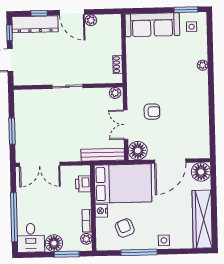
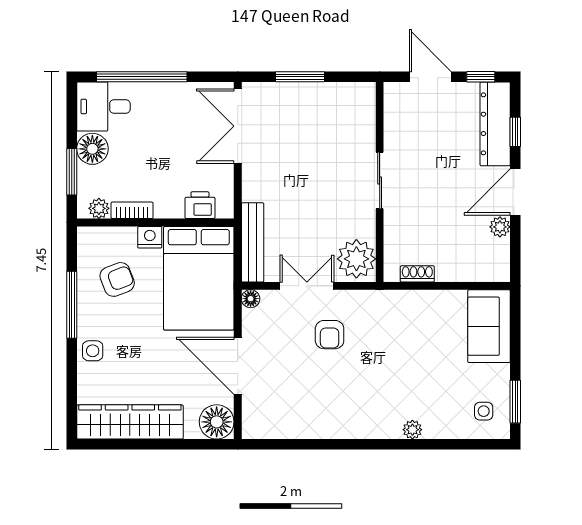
sofa: (152, 25) -> (489, 326), width x0.73
plant: (115, 93) -> (356, 259), width x1.87, depth x1.87
floor lamp: (138, 151) -> (251, 299), width x0.53, depth x0.53

